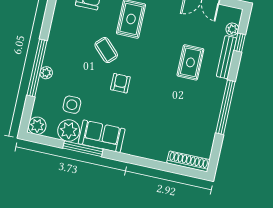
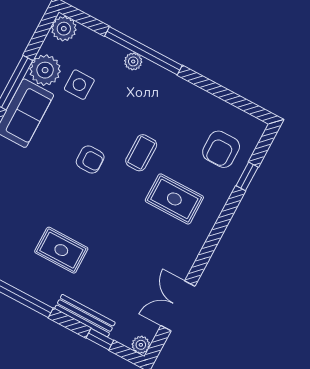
plant: (232, 29) -> (141, 345), moved
coffee table: (106, 50) -> (141, 153), turned -45
rug: (190, 62) -> (61, 250), moved

